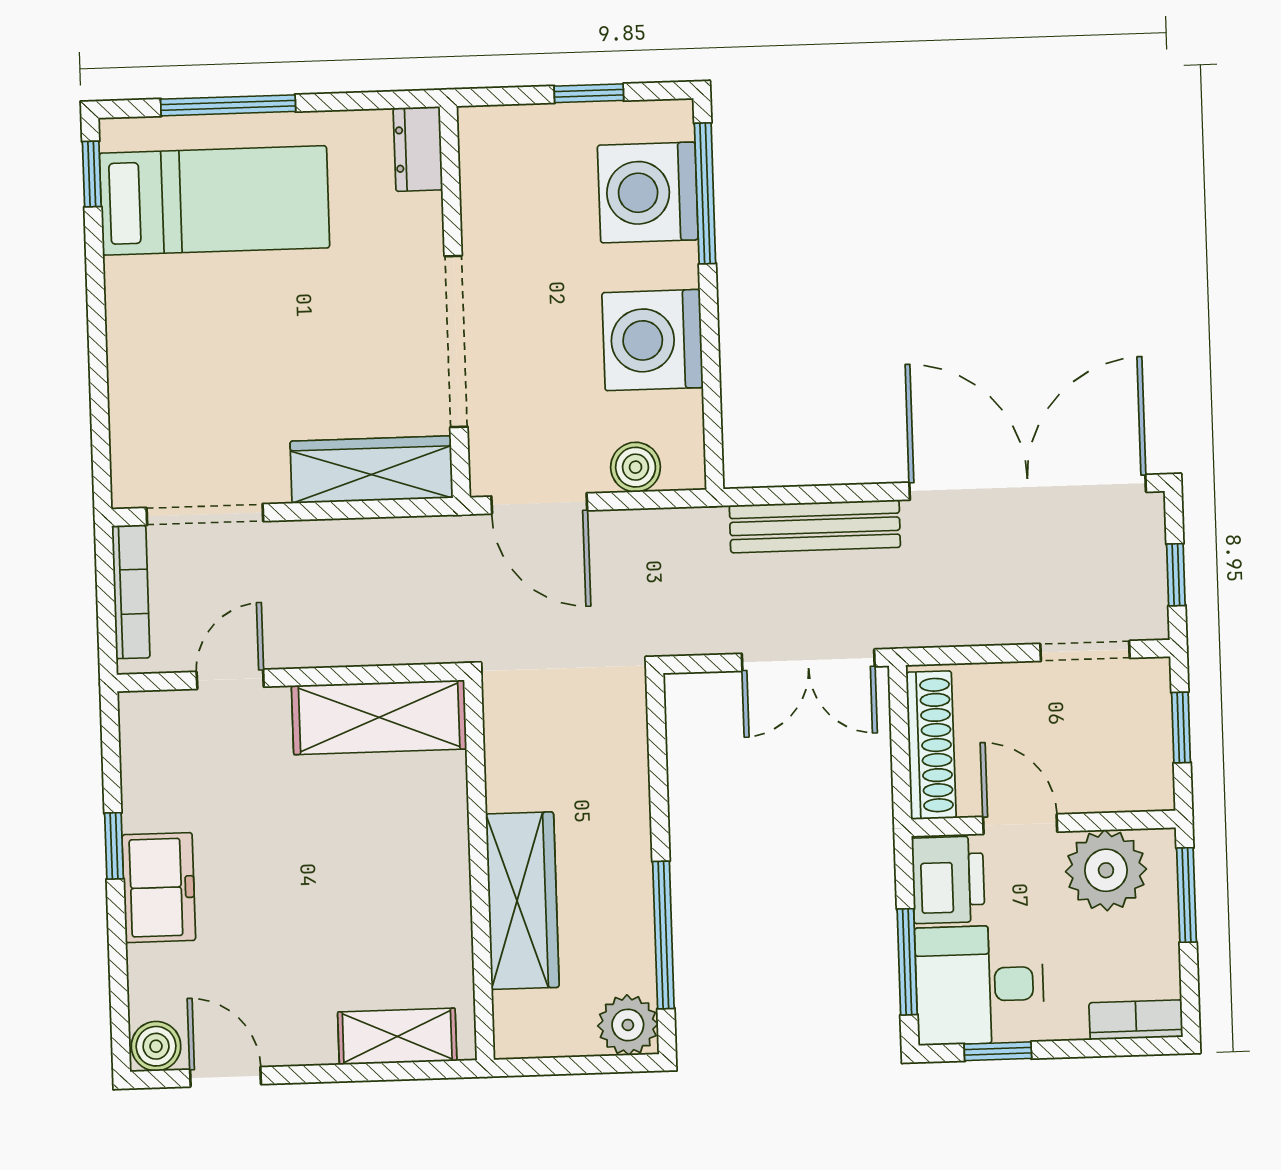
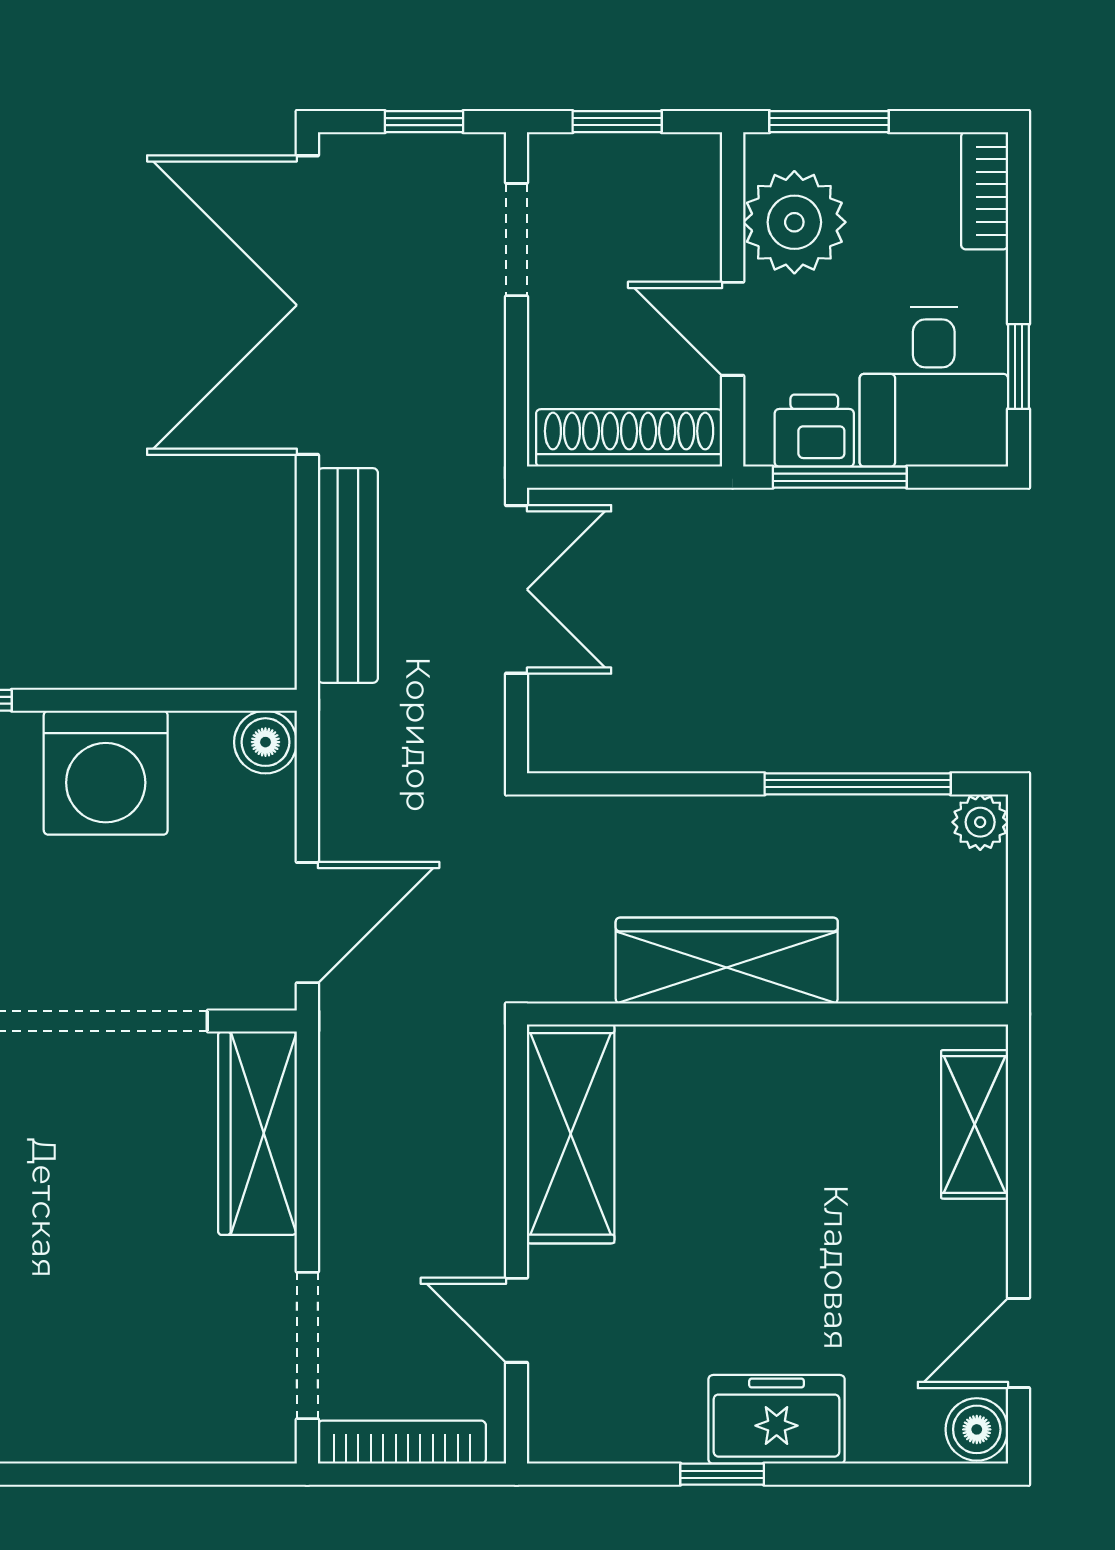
boiler: (636, 467) -> (265, 742), moved
door: (1020, 824) -> (733, 329), hinge flipped
printer: (948, 880) -> (814, 431), width x0.73, depth x0.81
wardrobe: (522, 901) -> (727, 961), moved
window: (907, 962) -> (840, 477), moved
plant: (628, 1025) -> (980, 822), width x0.73, depth x0.73

